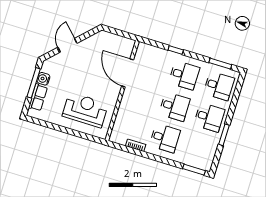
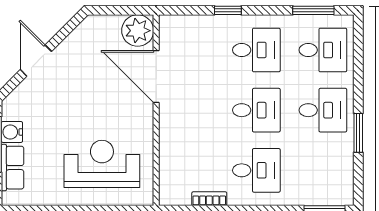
plant: (125, 46) -> (138, 31), added

